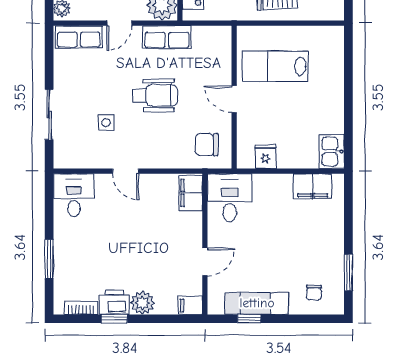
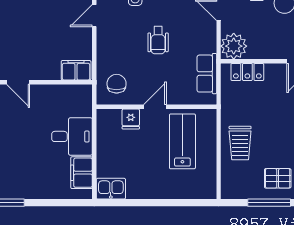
row of seats: (167, 37) -> (207, 74), moved
wheelchair: (155, 95) -> (158, 40), width x0.73, depth x0.73
fridge: (266, 157) -> (131, 119), moved, turned 90
desk: (230, 198) -> (72, 136), moved

